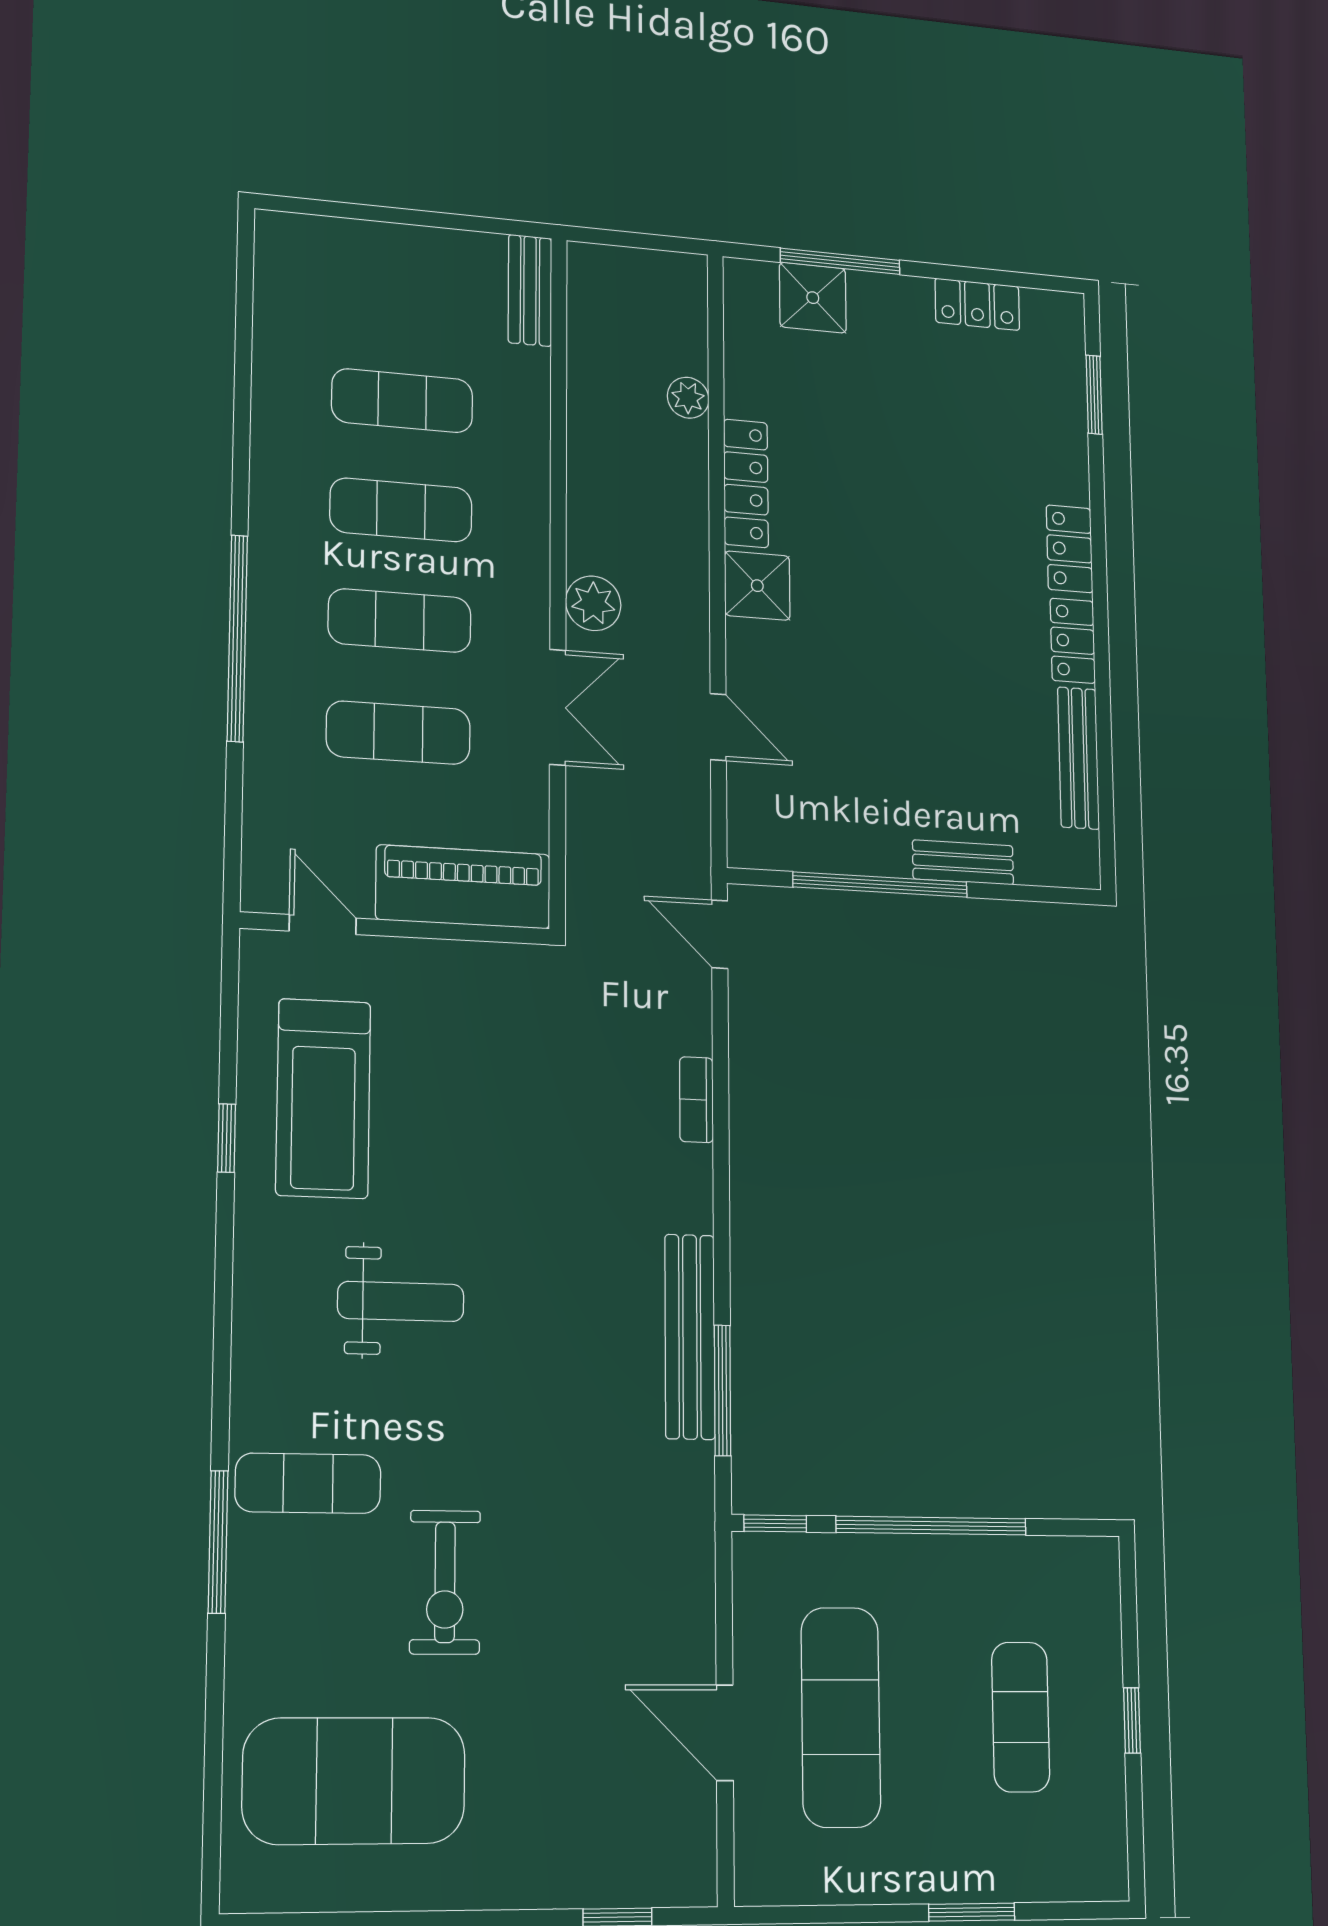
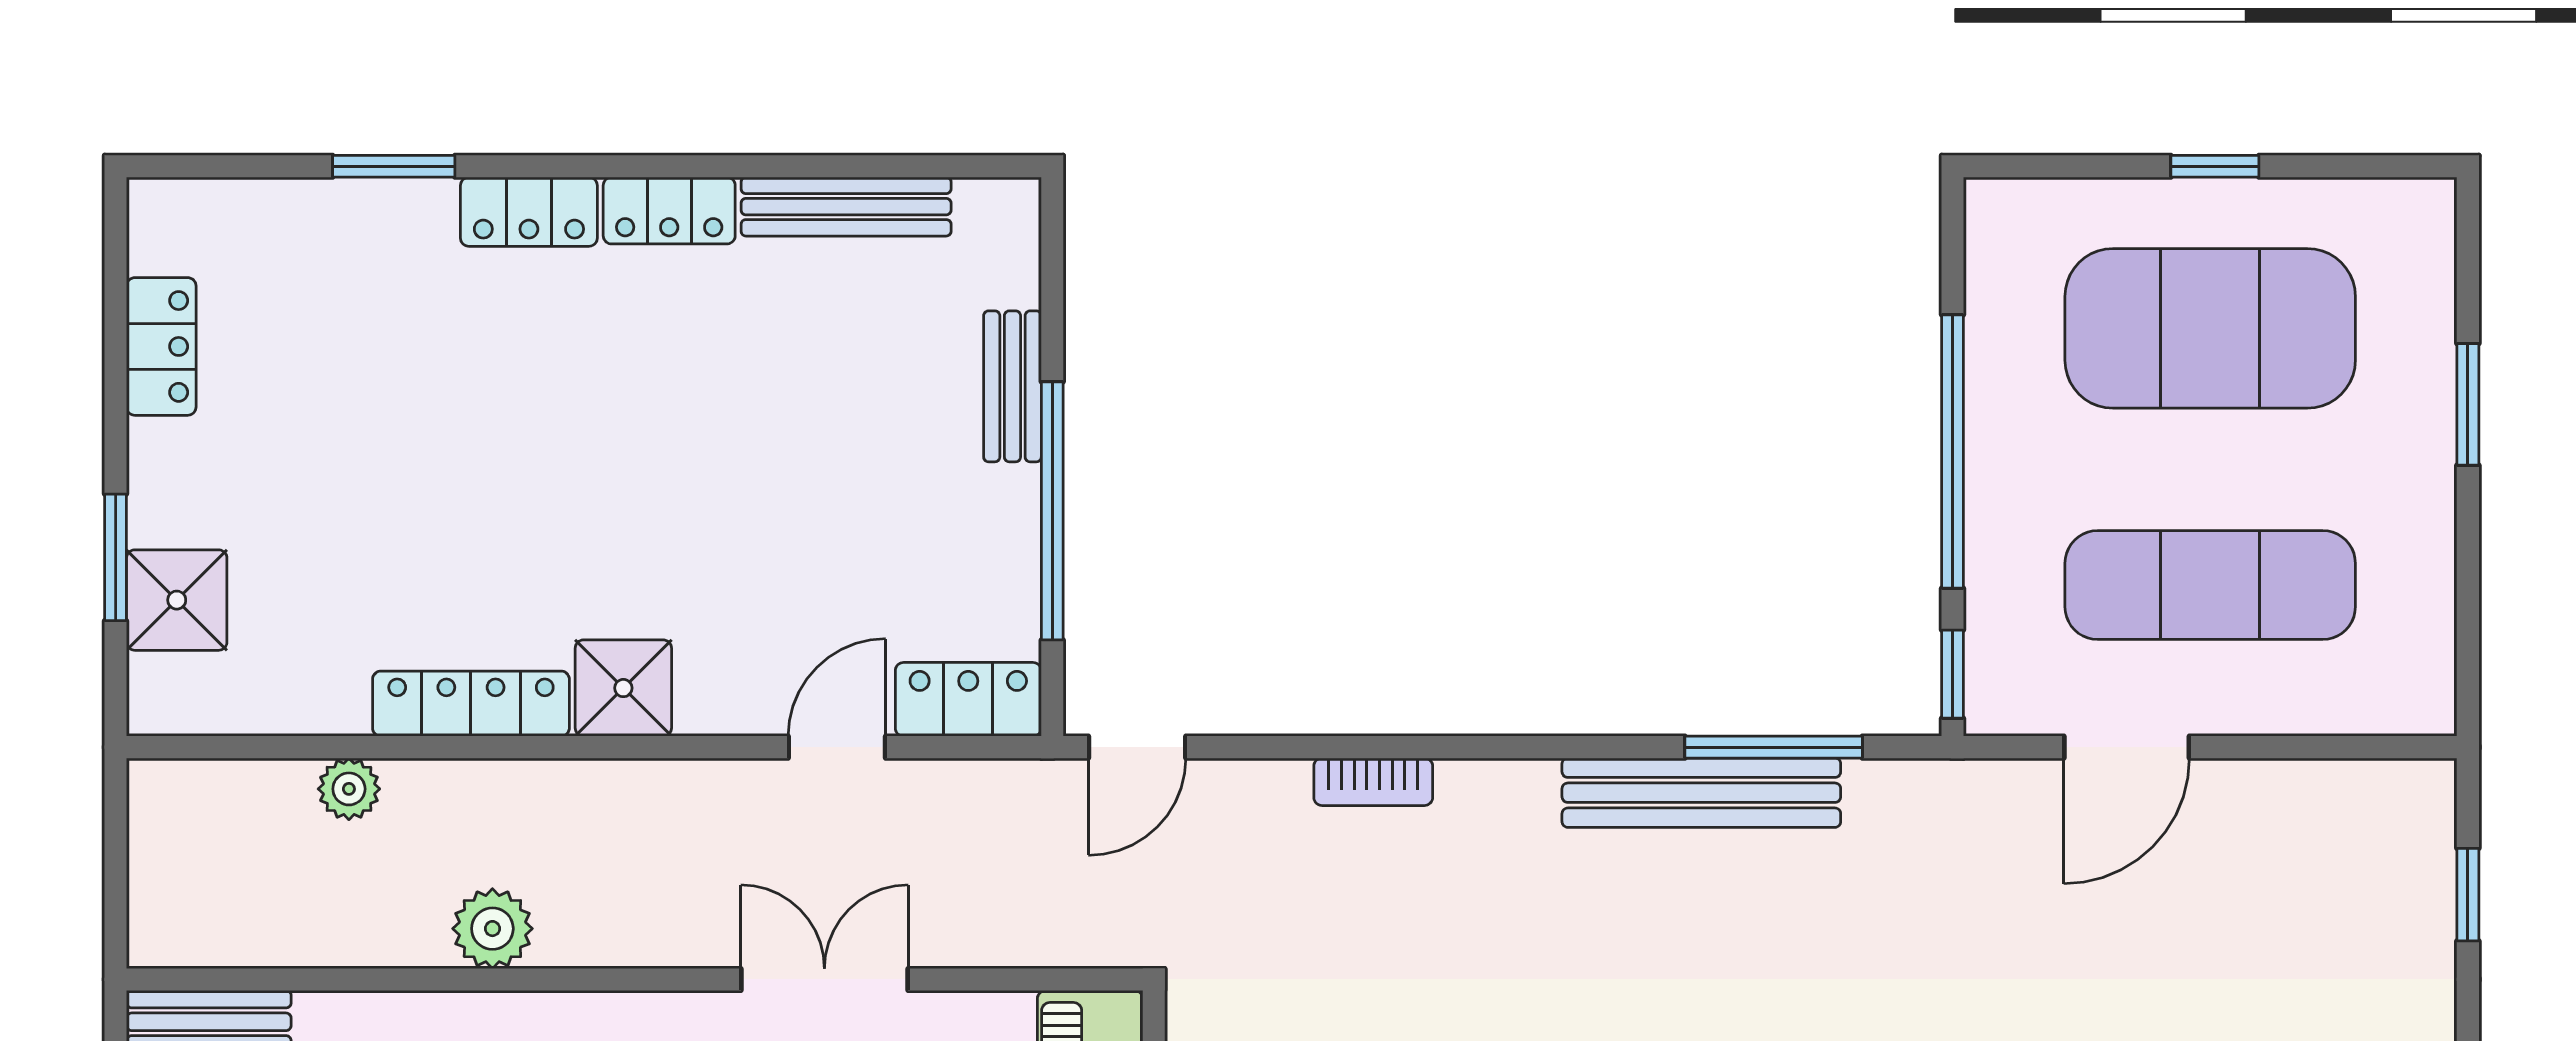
window: (840, 261) -> (116, 557), width x0.69
window: (1094, 395) -> (394, 166), moved
plant: (593, 603) -> (492, 929), moved
locker: (752, 819) -> (968, 699), added
exercise mat: (1021, 1717) -> (2210, 328), width x2.00, depth x1.45
door: (725, 1733) -> (2127, 747), moved

